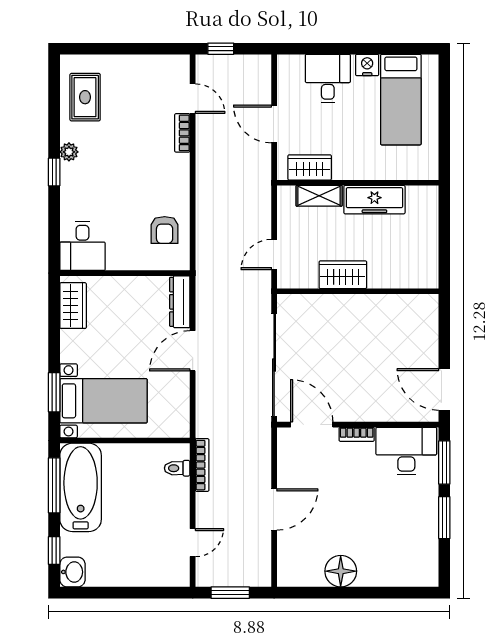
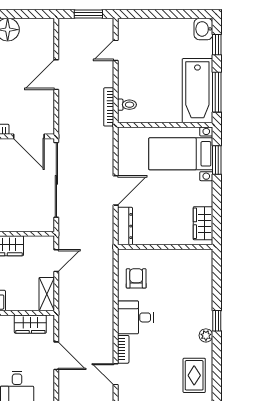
shelving: (319, 196) -> (47, 294), moved, turned 90
desk: (82, 246) -> (135, 317), moved, turned -90

